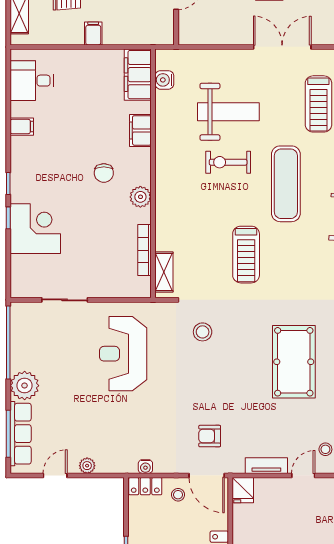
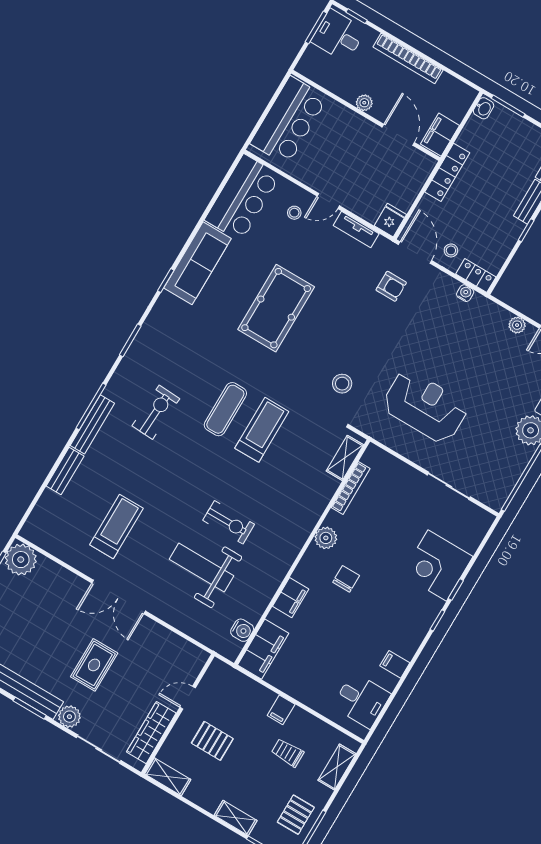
exercise mat: (286, 184) -> (225, 409), moved, width x0.73, depth x0.69
reception desk: (123, 354) -> (425, 406), turned -90

